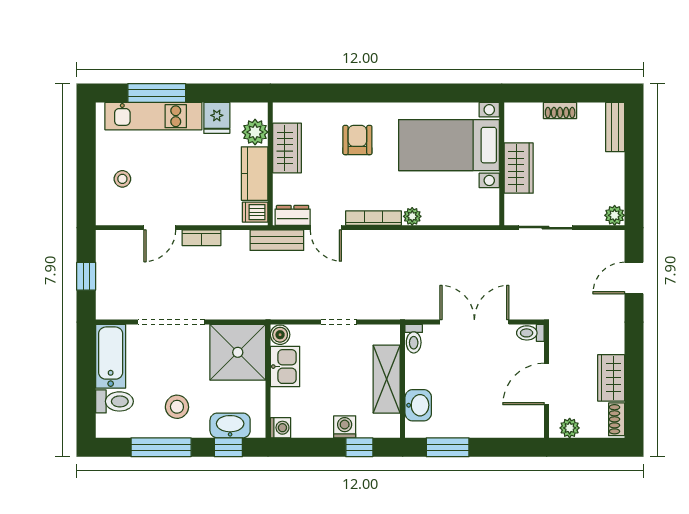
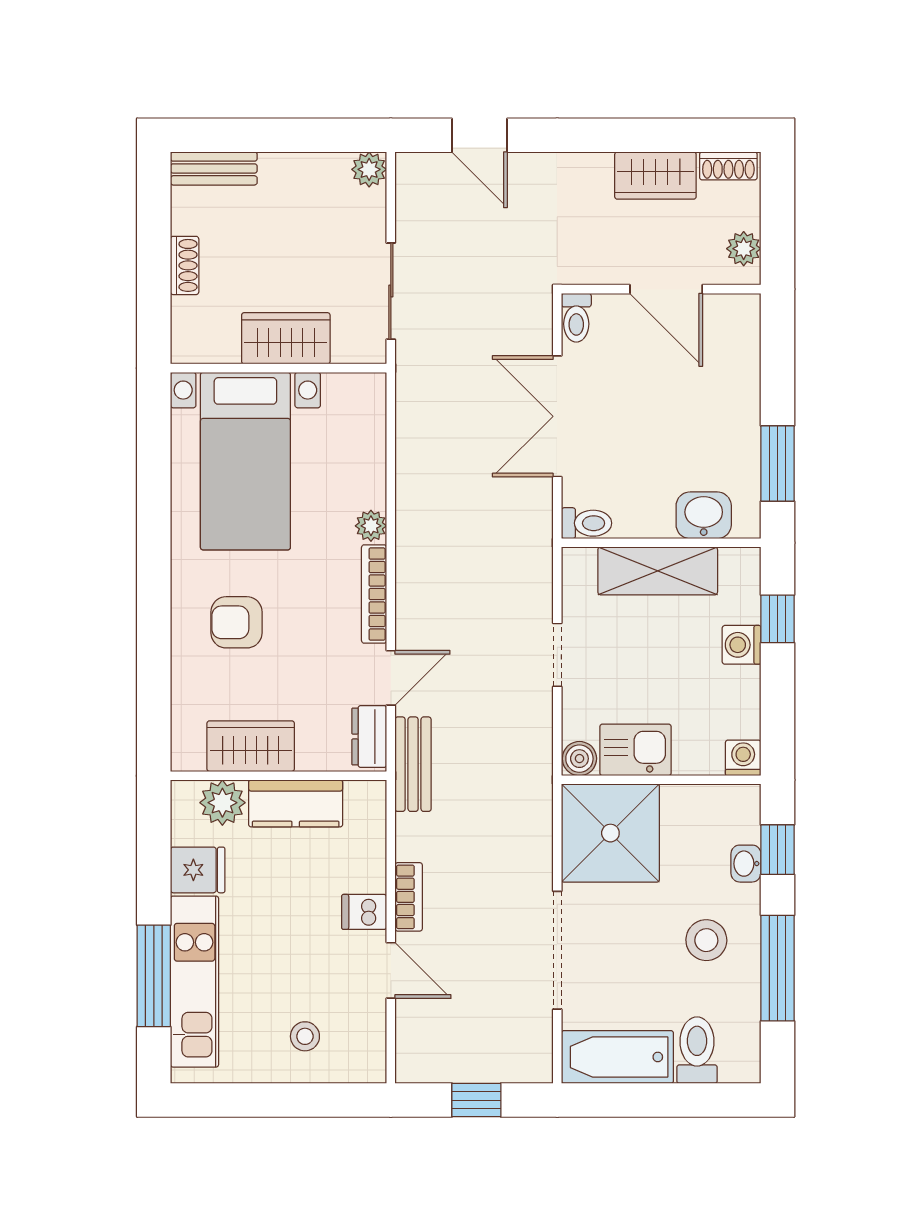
dishwasher: (255, 212) -> (364, 912), moved, turned 90
washbasin: (230, 425) -> (746, 864), width x0.52, depth x0.69

